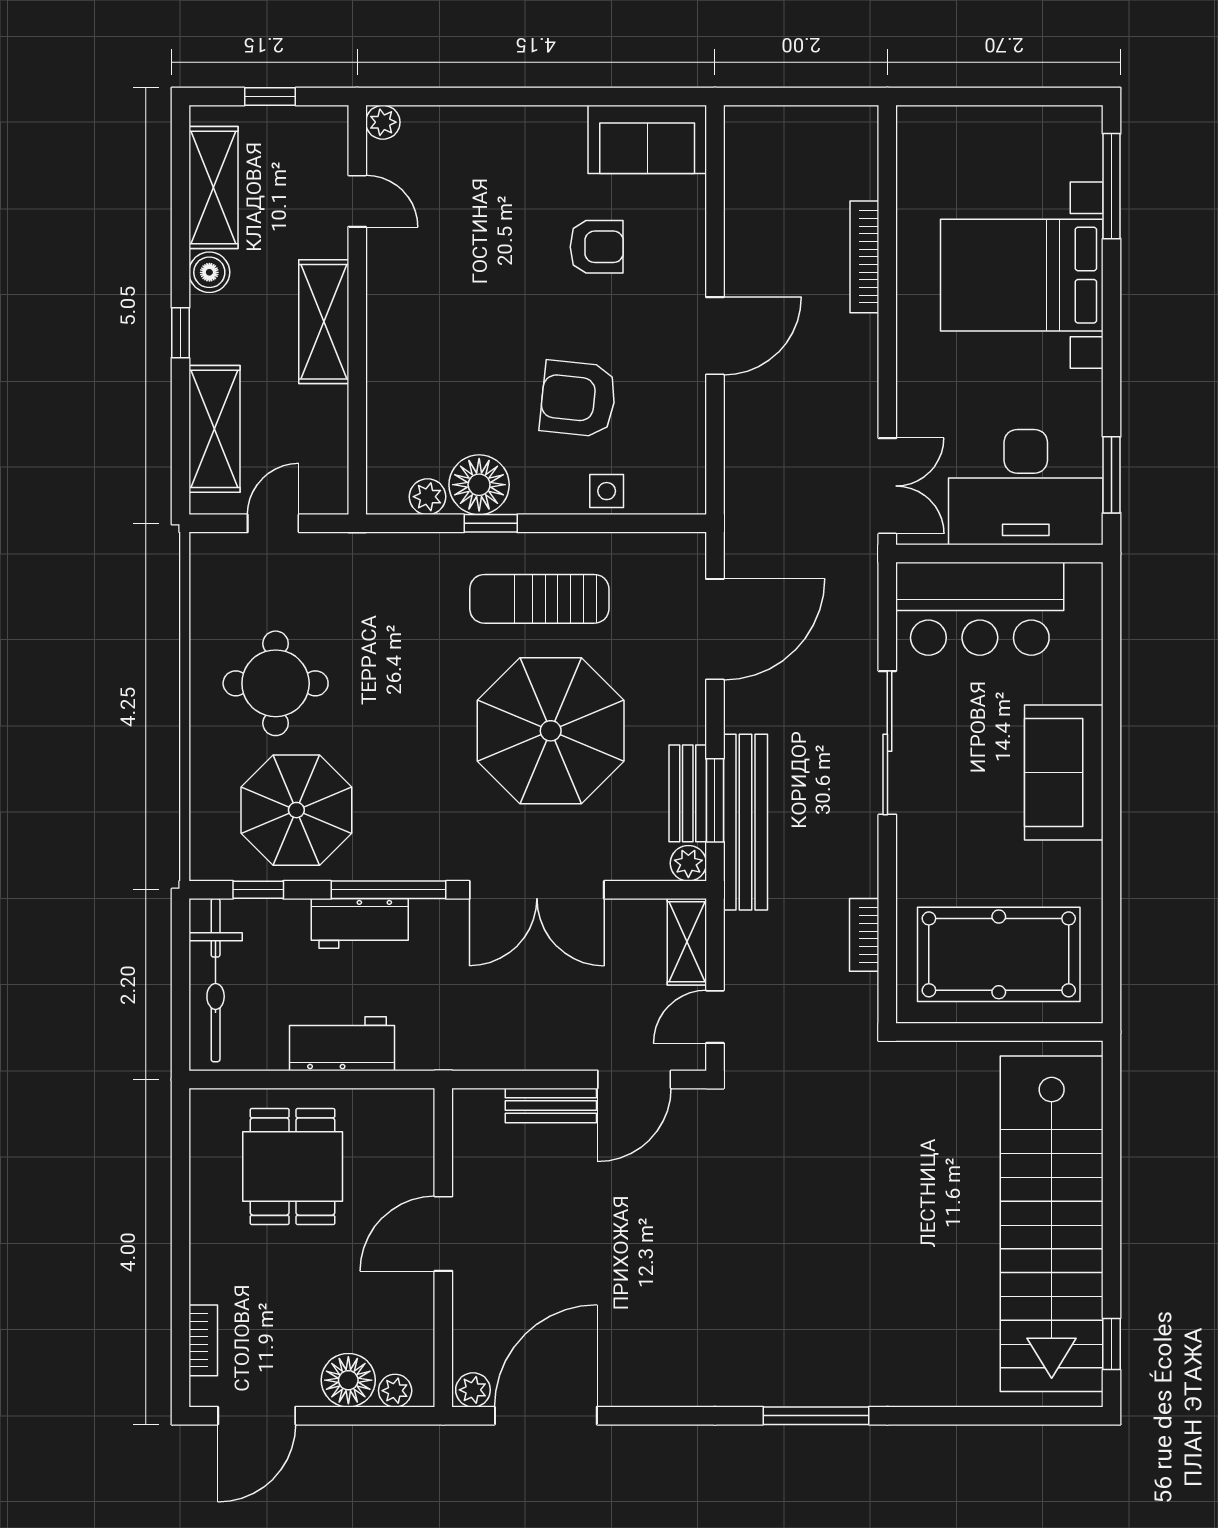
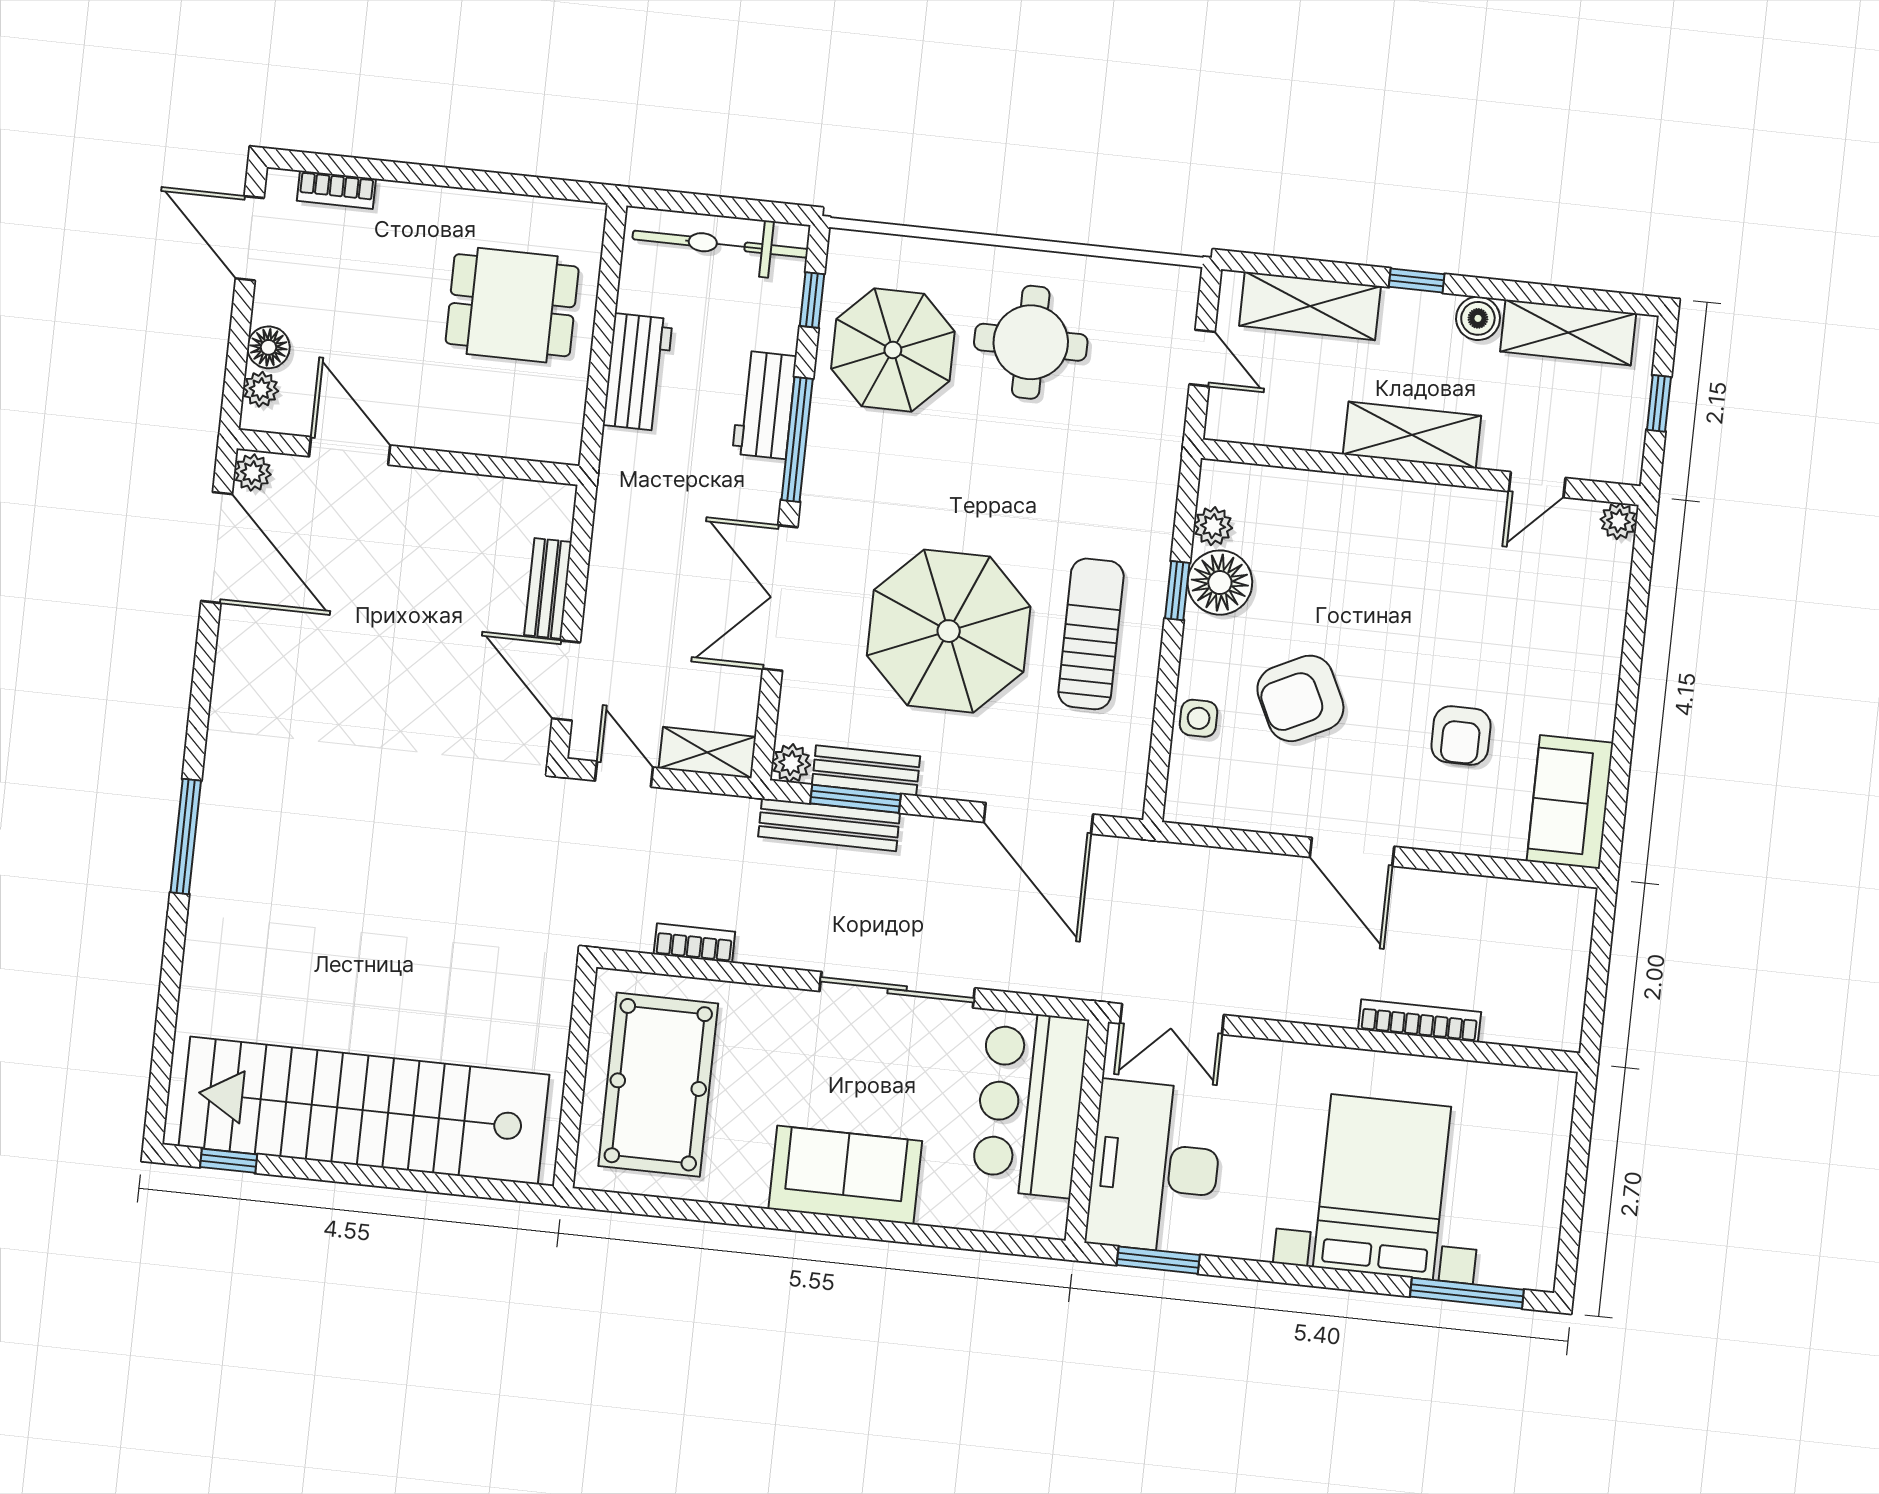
armchair: (578, 399) -> (1300, 698), turned -122
bench: (745, 822) -> (829, 825), width x0.73, depth x0.82
door: (443, 1234) -> (350, 451), moved
floor lamp: (348, 1380) -> (269, 347), width x0.73, depth x0.73

